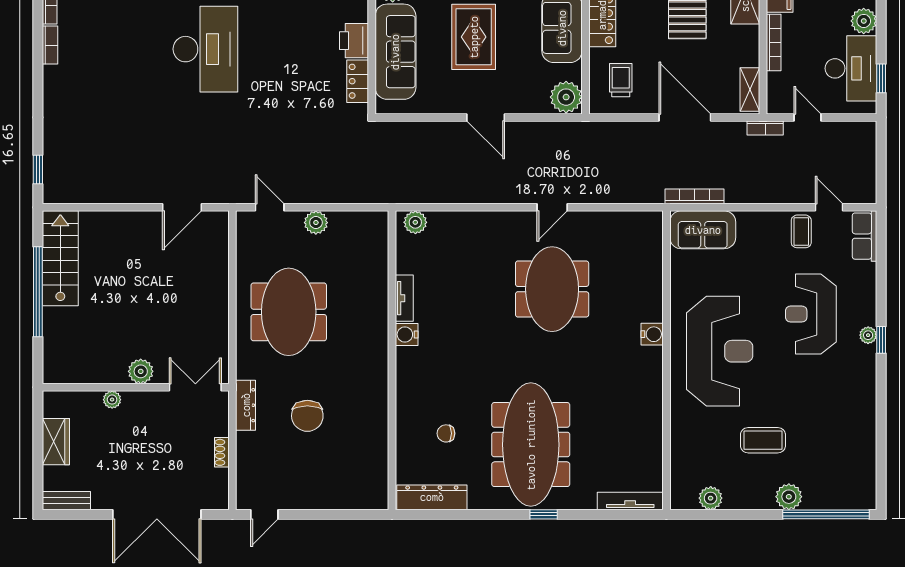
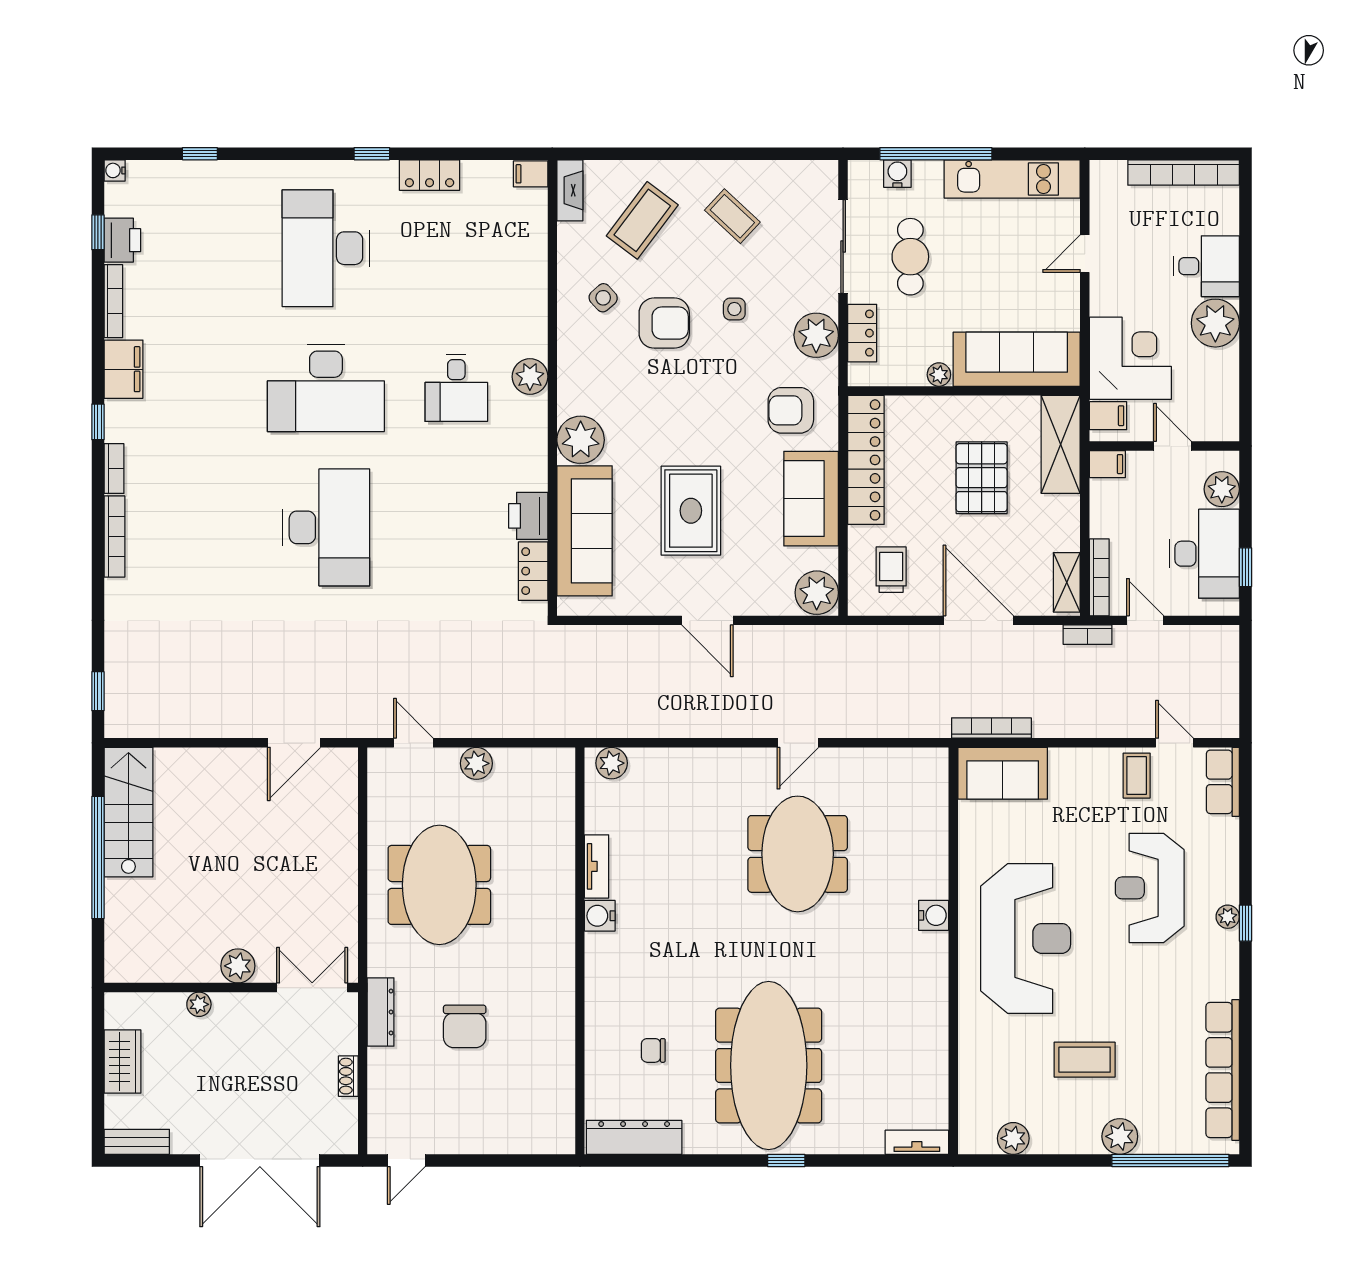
bookcase: (774, 43) -> (1099, 577), moved
bookcase: (50, 45) -> (114, 537), width x1.56
row of seats: (864, 448) -> (1223, 1070), added
tv unit: (630, 501) -> (917, 1142), width x0.71

